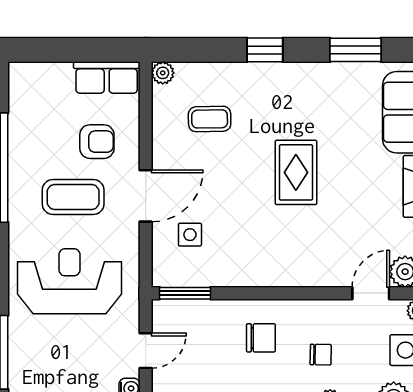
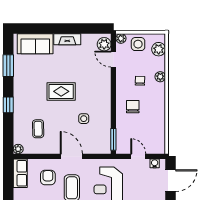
side table: (190, 235) -> (84, 119), moved

